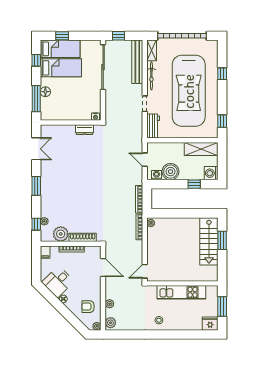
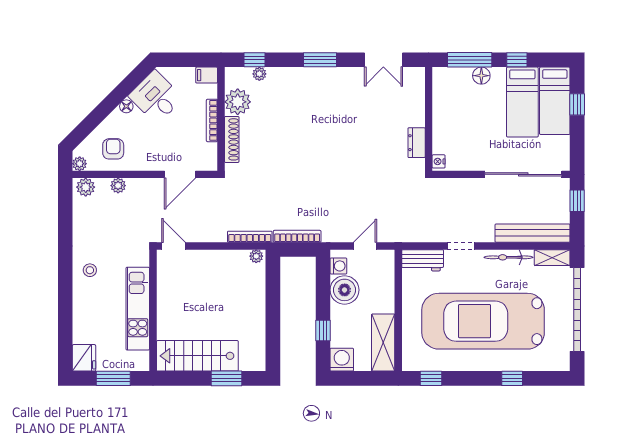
window: (36, 60) -> (517, 60), moved
stairs: (209, 241) -> (197, 356), moved

